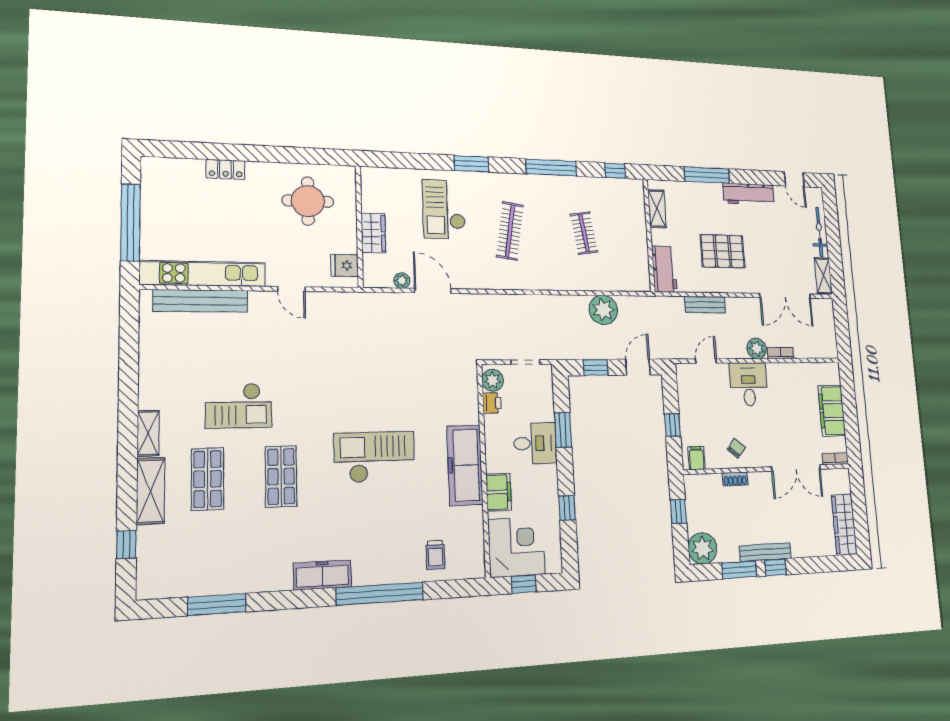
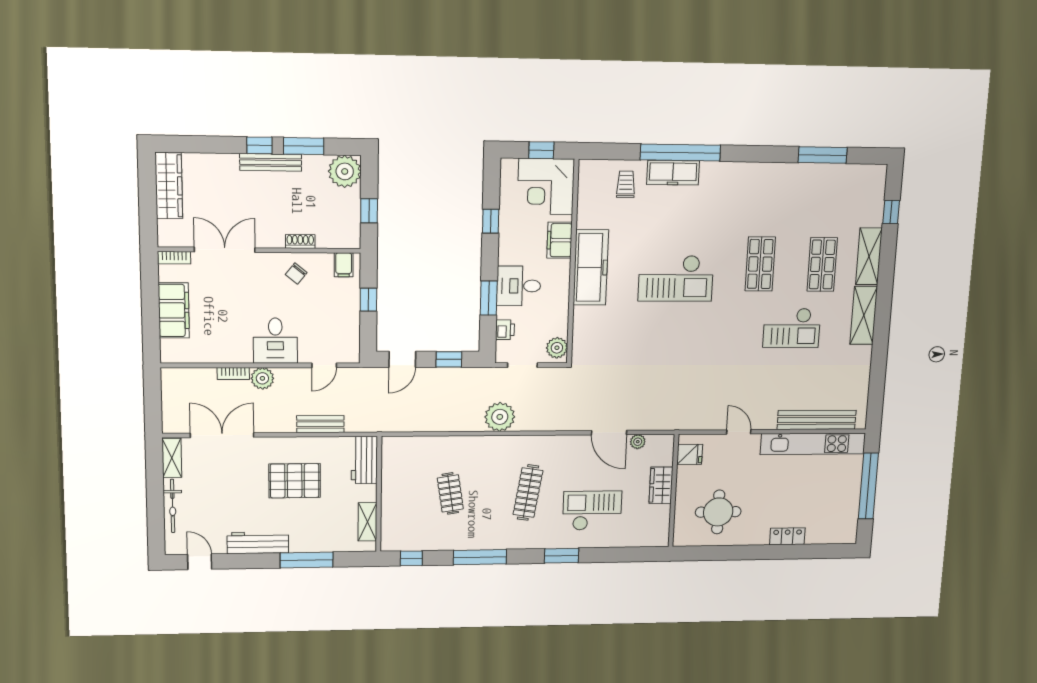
checkout: (444, 209) -> (592, 511), turned -90
plant: (603, 310) -> (500, 417), moved
printer: (492, 403) -> (505, 330), moved, turned 180
checkout: (239, 406) -> (792, 328), turned 180
shelving: (148, 433) -> (864, 315), width x1.50, depth x1.33
freezer: (322, 575) -> (673, 173), moved

